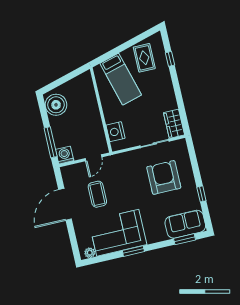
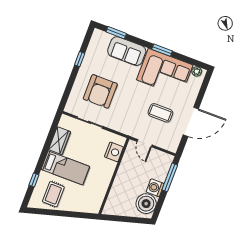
bed: (121, 79) -> (65, 168), moved, turned 106
wardrobe: (174, 124) -> (60, 141), moved
washing machine: (65, 155) -> (155, 188), moved, turned 90
door: (93, 158) -> (145, 143), swing flipped
coffee table: (97, 194) -> (160, 113), turned 90
sofa: (185, 224) -> (127, 51), moved

